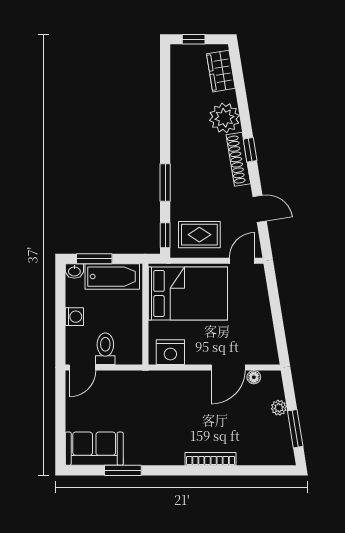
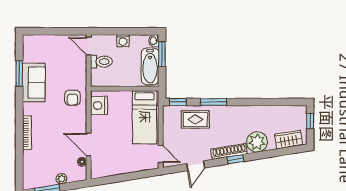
rug: (199, 235) -> (195, 119), moved, turned 90
bed: (188, 293) -> (145, 117), width x0.67
armchair: (159, 391) -> (72, 98), added
sofa: (94, 449) -> (34, 83), moved

